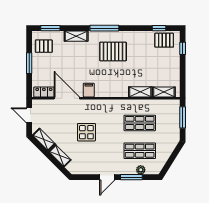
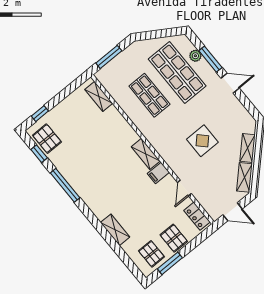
window: (50, 28) -> (128, 262), removed
window: (104, 28) -> (65, 185), moved
pallet: (113, 51) -> (174, 238), moved, width x0.67, depth x0.71
window: (29, 63) -> (170, 263), moved
shelving: (140, 92) -> (146, 154), moved
door: (67, 98) -> (184, 188), width x0.53
door: (29, 115) -> (233, 212), hinge flipped
shop shelf: (140, 151) -> (177, 72), width x1.43, depth x1.36

